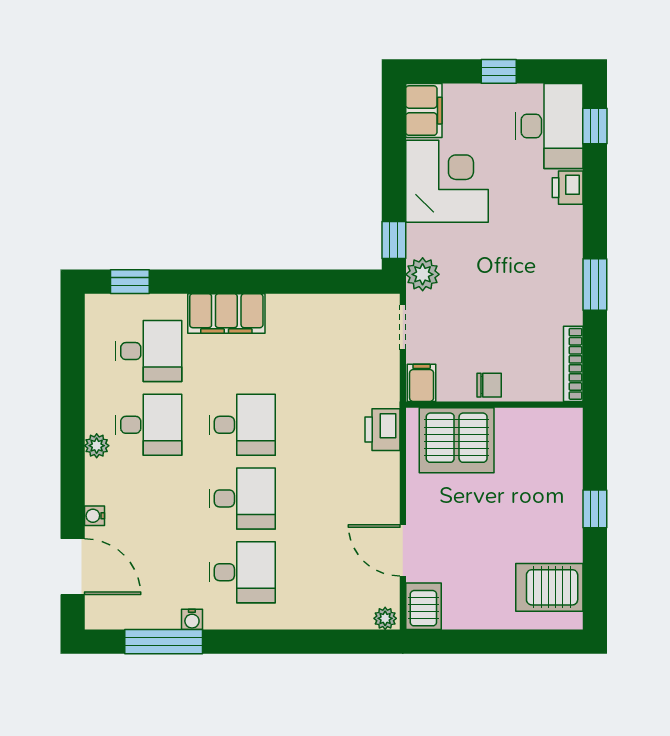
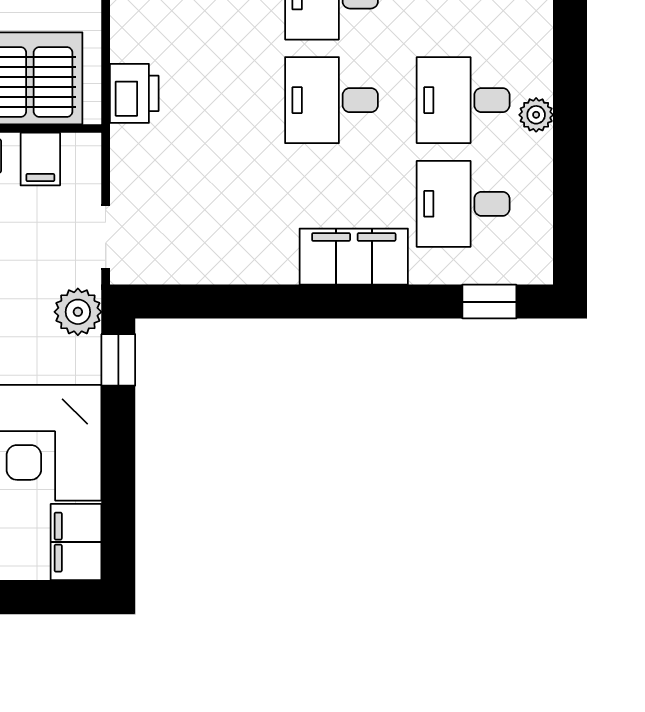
filing cabinet: (422, 383) -> (40, 159), moved
plant: (97, 446) -> (536, 115), moved

